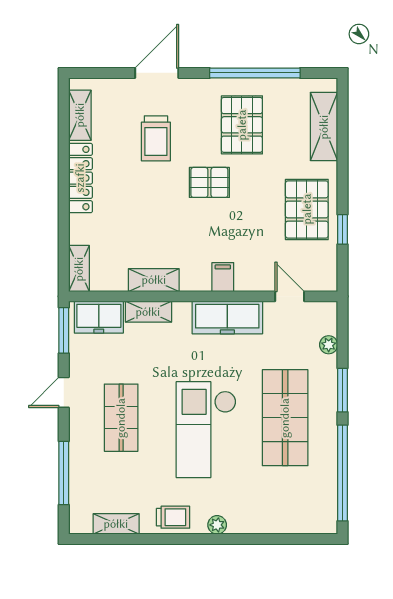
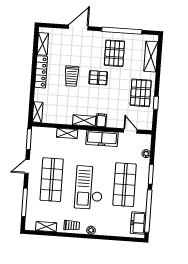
trolley: (156, 138) -> (72, 76), moved
shelving: (154, 280) -> (84, 120), moved
freezer: (99, 317) -> (138, 223), moved, turned 90
shop shelf: (121, 418) -> (52, 180), width x1.43, depth x1.36

